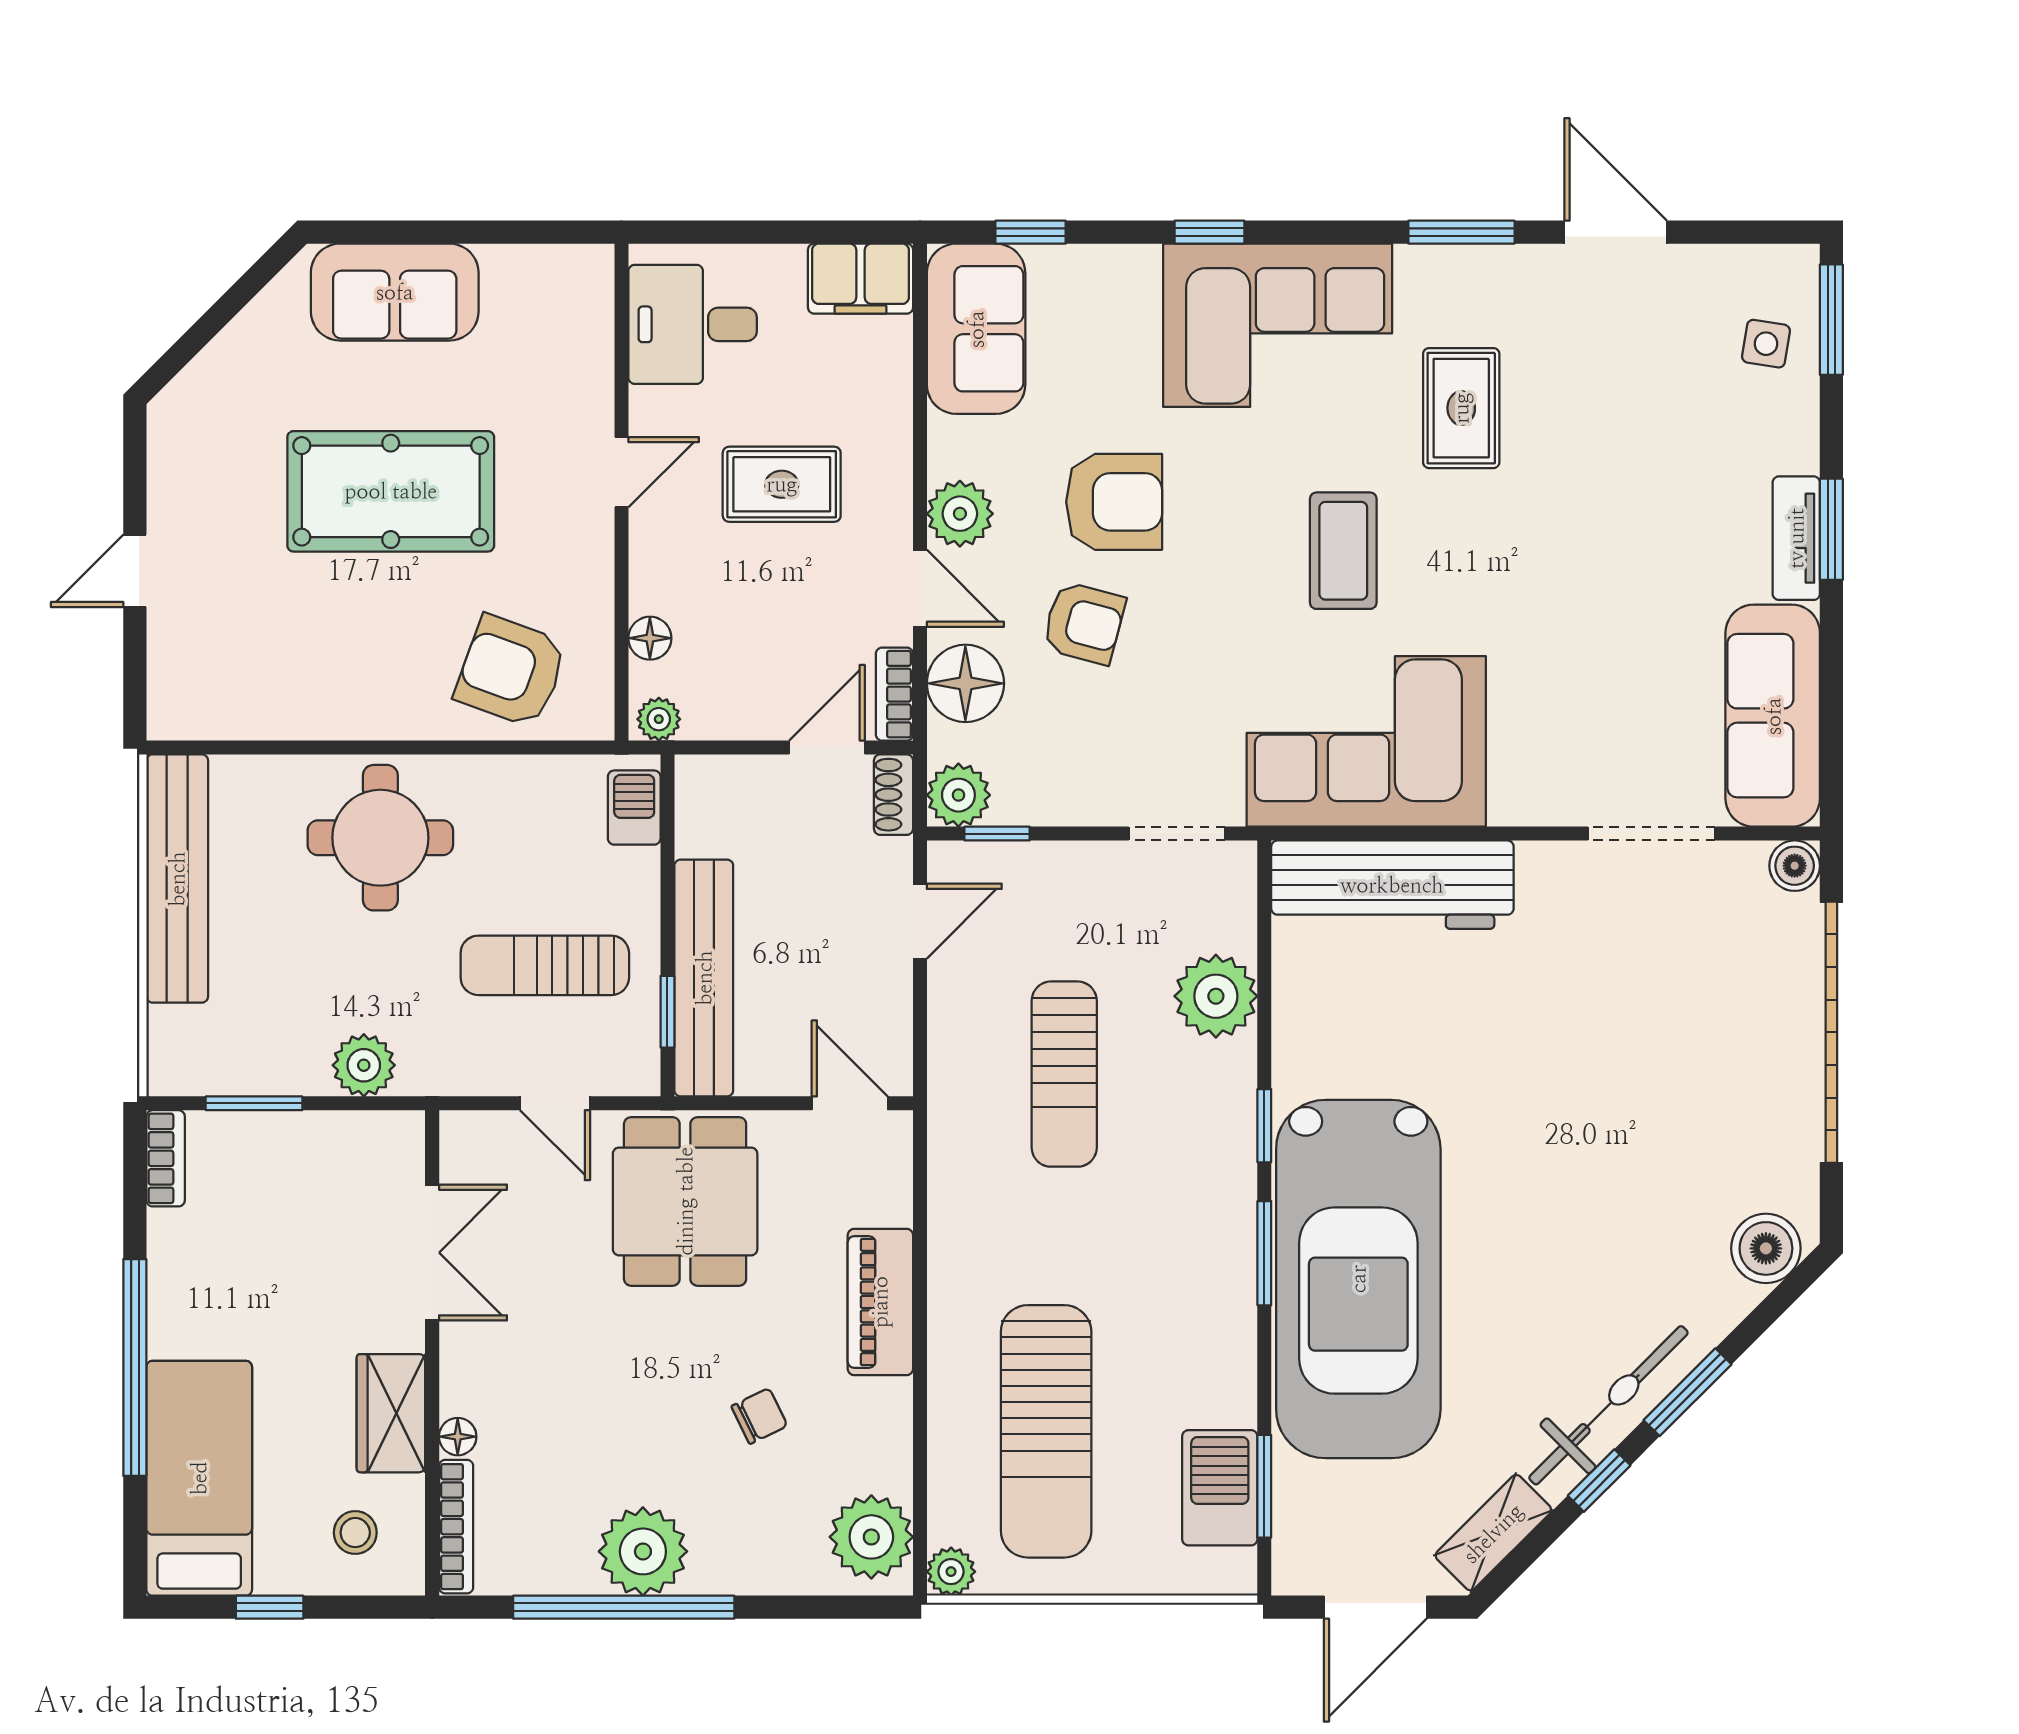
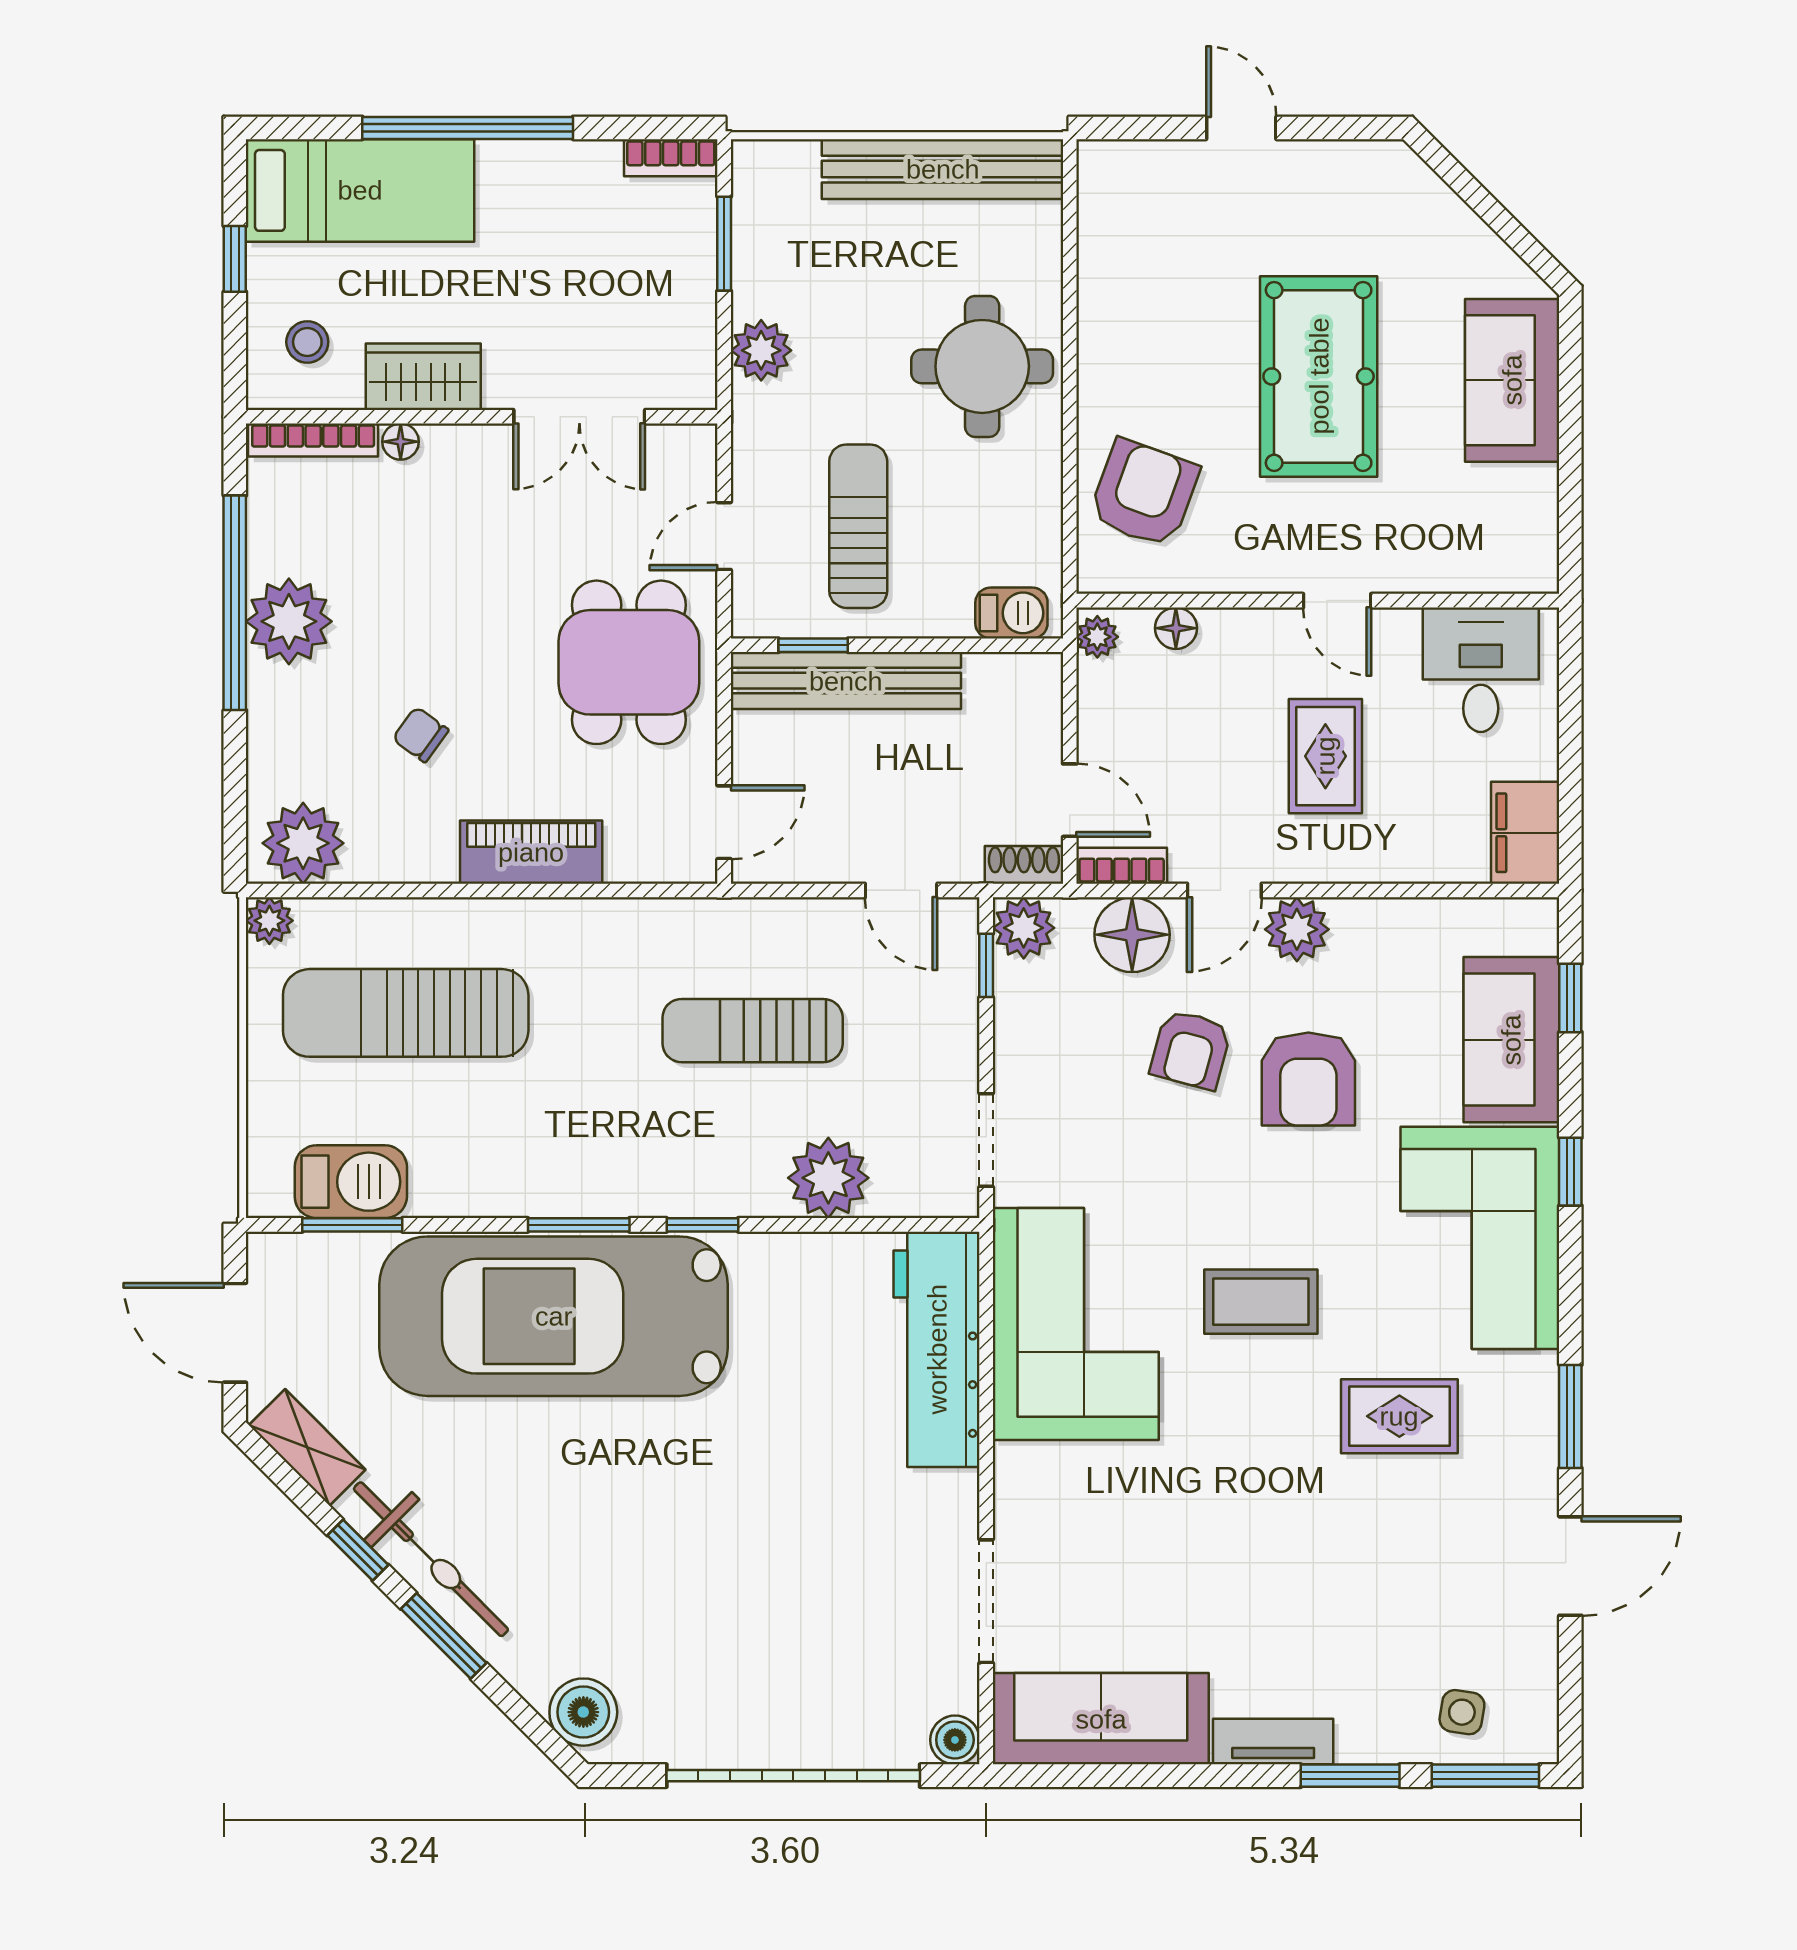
sofa: (976, 329) -> (1511, 1040), moved, turned 90
window: (1831, 529) -> (1350, 1776), moved
dining table: (685, 1201) -> (629, 662), turned 90
chair: (759, 1416) -> (420, 734), turned 152

